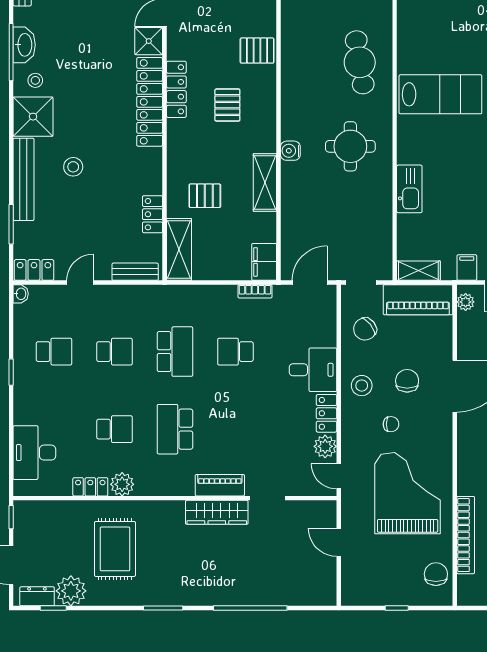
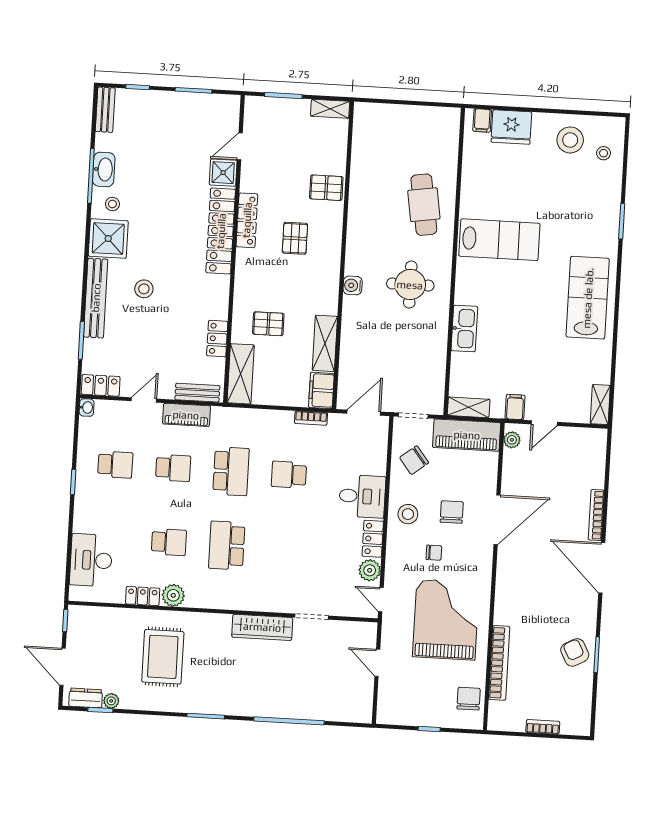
shelving: (265, 182) -> (325, 343), moved
piano: (220, 485) -> (186, 415), moved, turned 180
plant: (71, 591) -> (111, 701), width x0.53, depth x0.53

